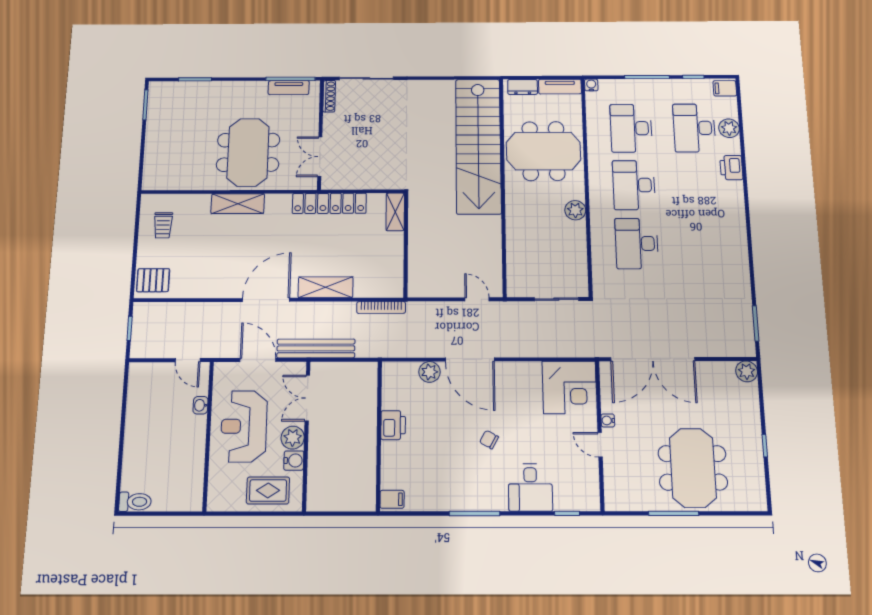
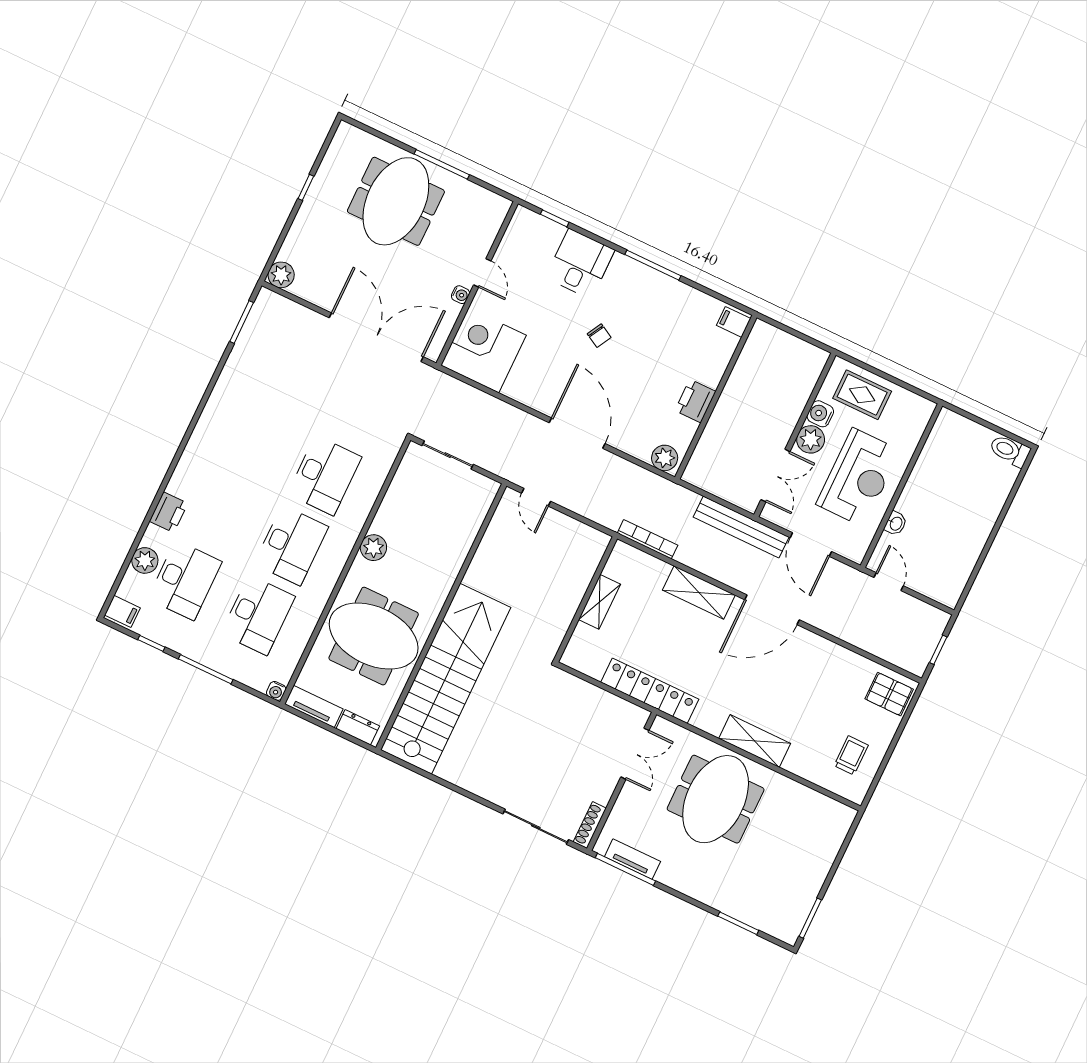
shelving: (395, 212) -> (599, 602), moved
plant: (430, 372) -> (665, 458), moved

